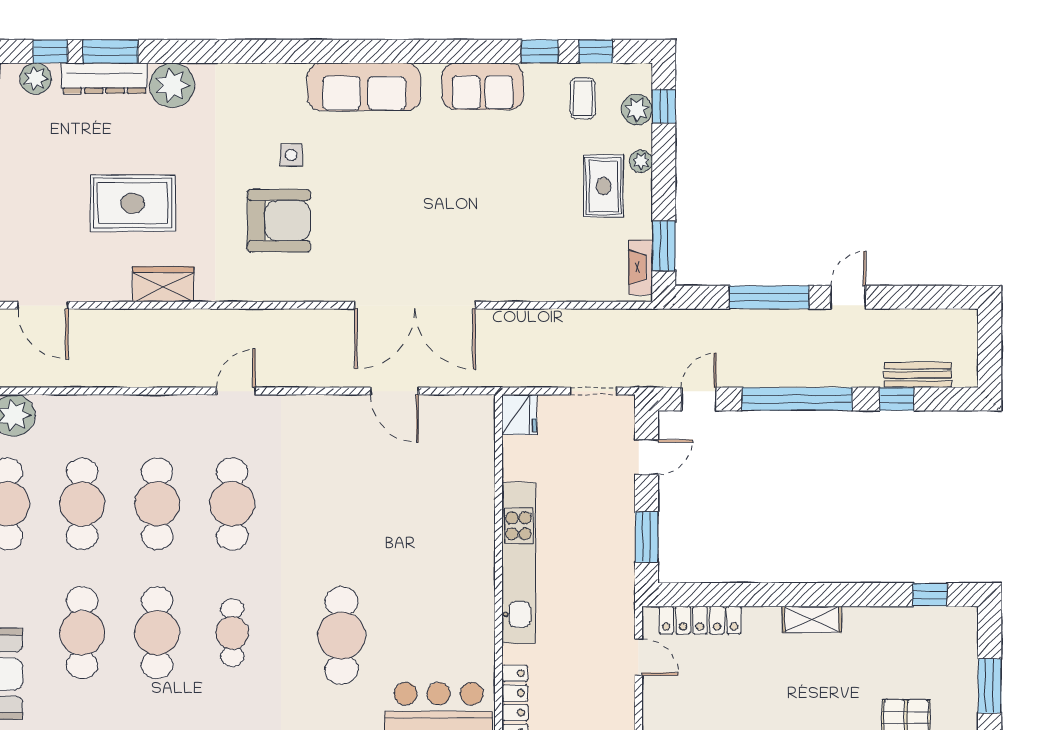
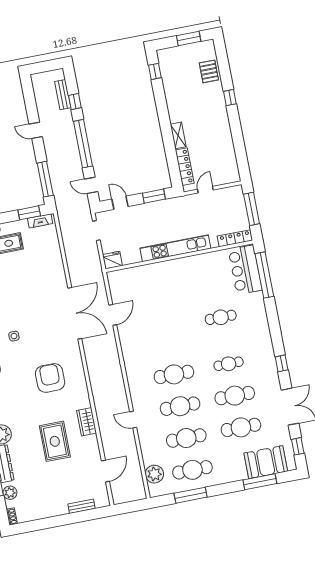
side table: (291, 155) -> (14, 336), moved
window: (769, 297) -> (45, 179), moved
door: (236, 391) -> (133, 420), moved
shelving: (812, 619) -> (178, 135), moved
cafe table: (341, 635) -> (221, 317), width x0.73, depth x0.74

